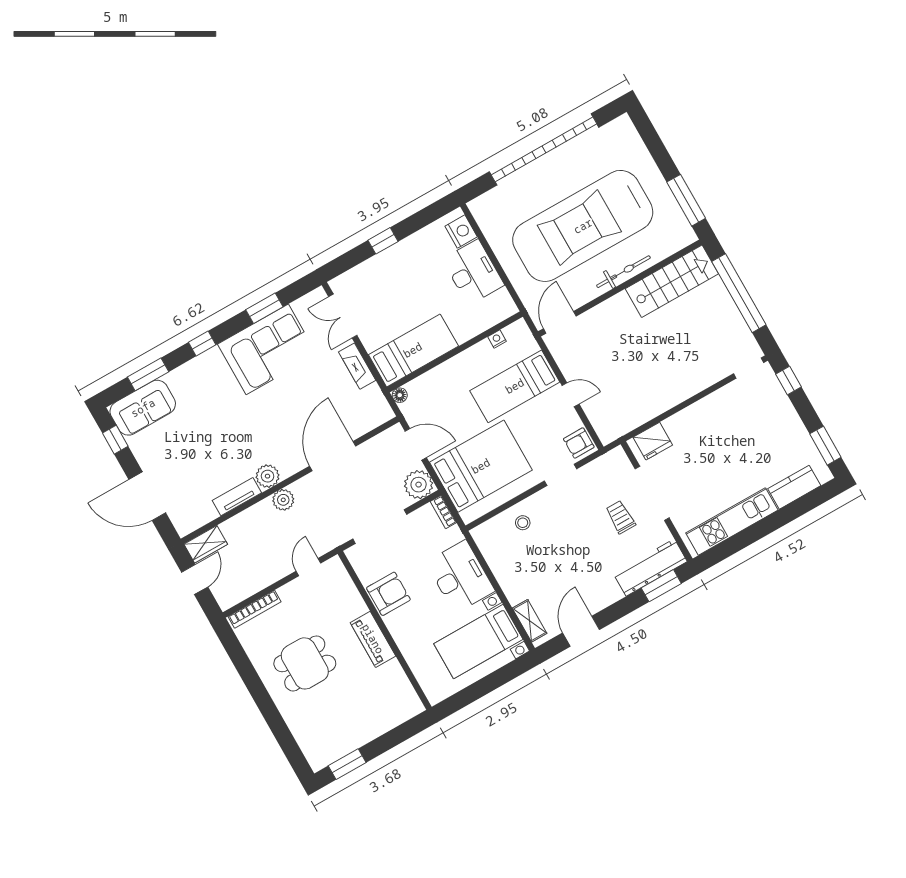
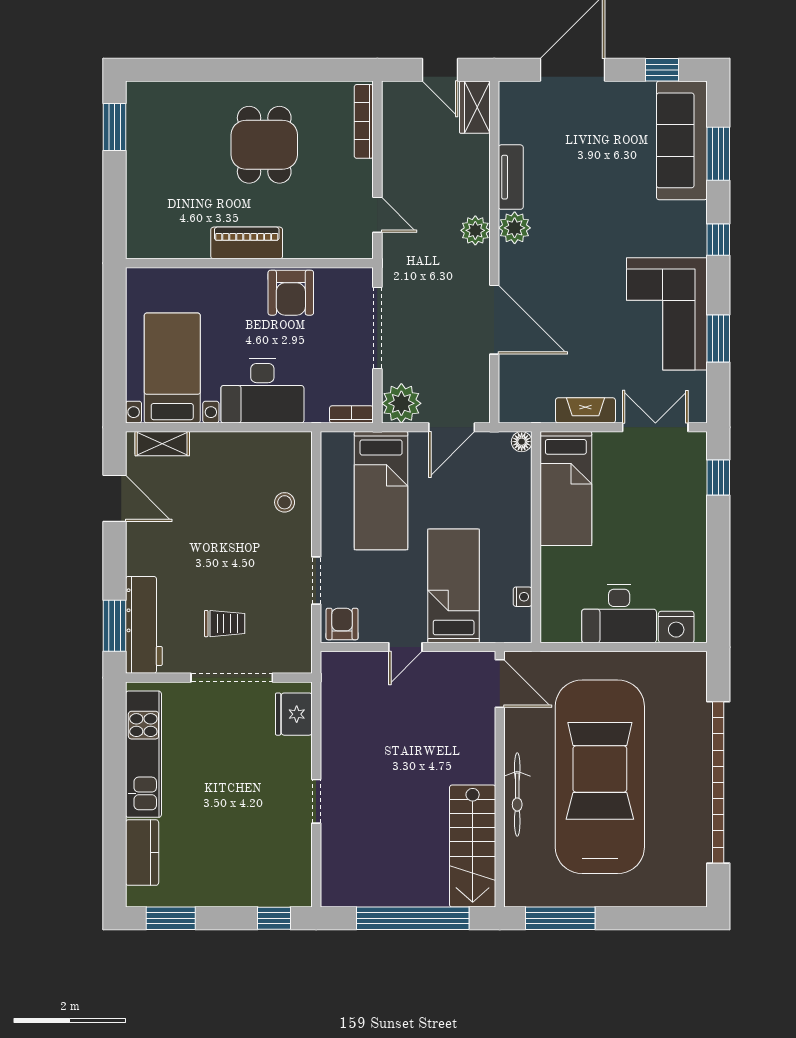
window: (383, 241) -> (718, 477), moved
doorway: (749, 368) -> (316, 801), moved
sofa: (143, 408) -> (682, 140), width x1.36
bed: (481, 466) -> (381, 491), width x0.67

